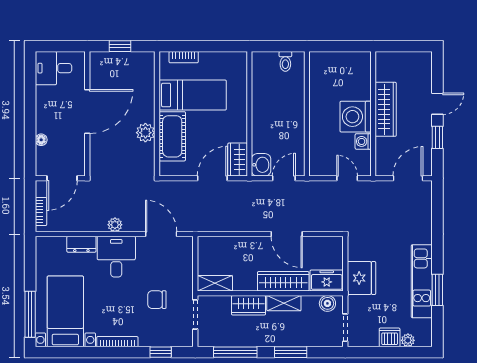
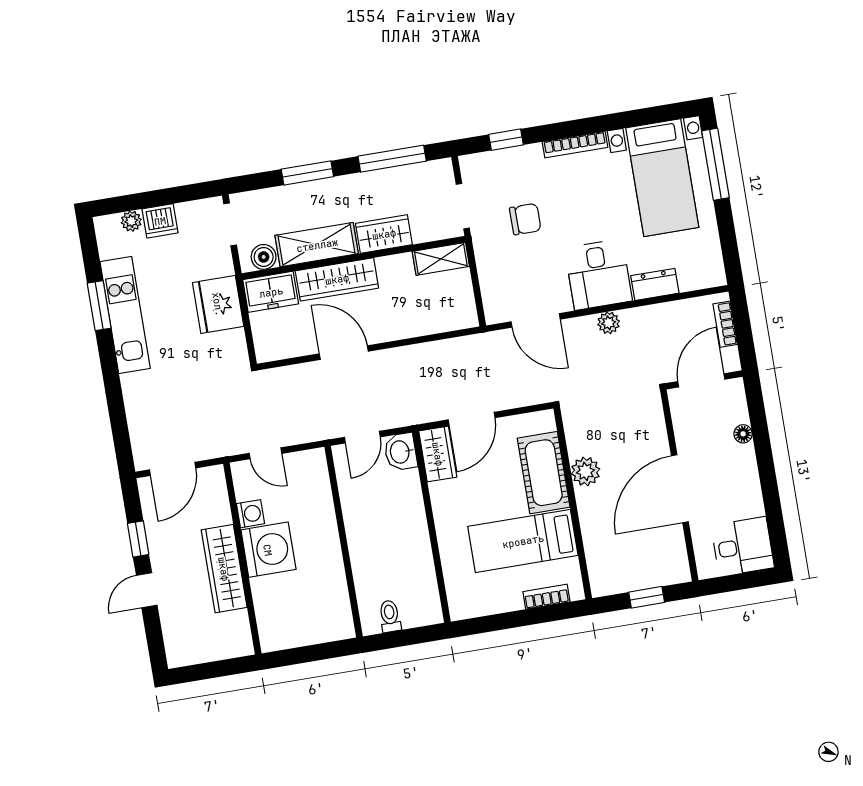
shelving: (284, 303) -> (317, 245), width x1.50, depth x1.33

